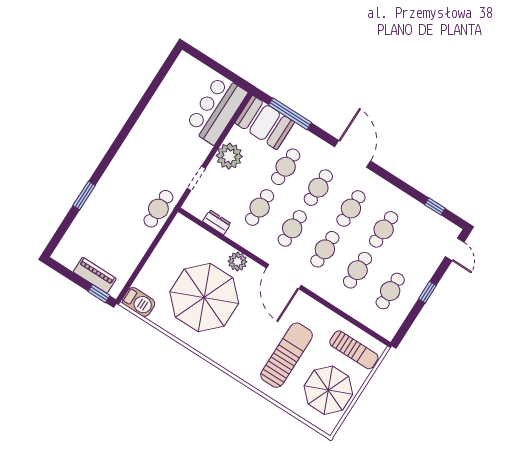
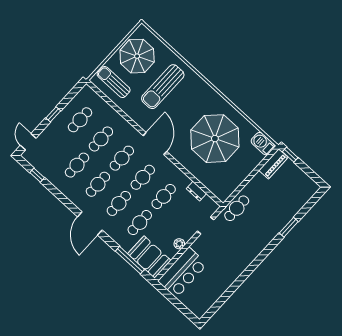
plant: (229, 156) -> (179, 244), width x0.53, depth x0.53
plant: (237, 262) -> (186, 160), removed
piano: (95, 275) -> (273, 164), moved, turned -90

